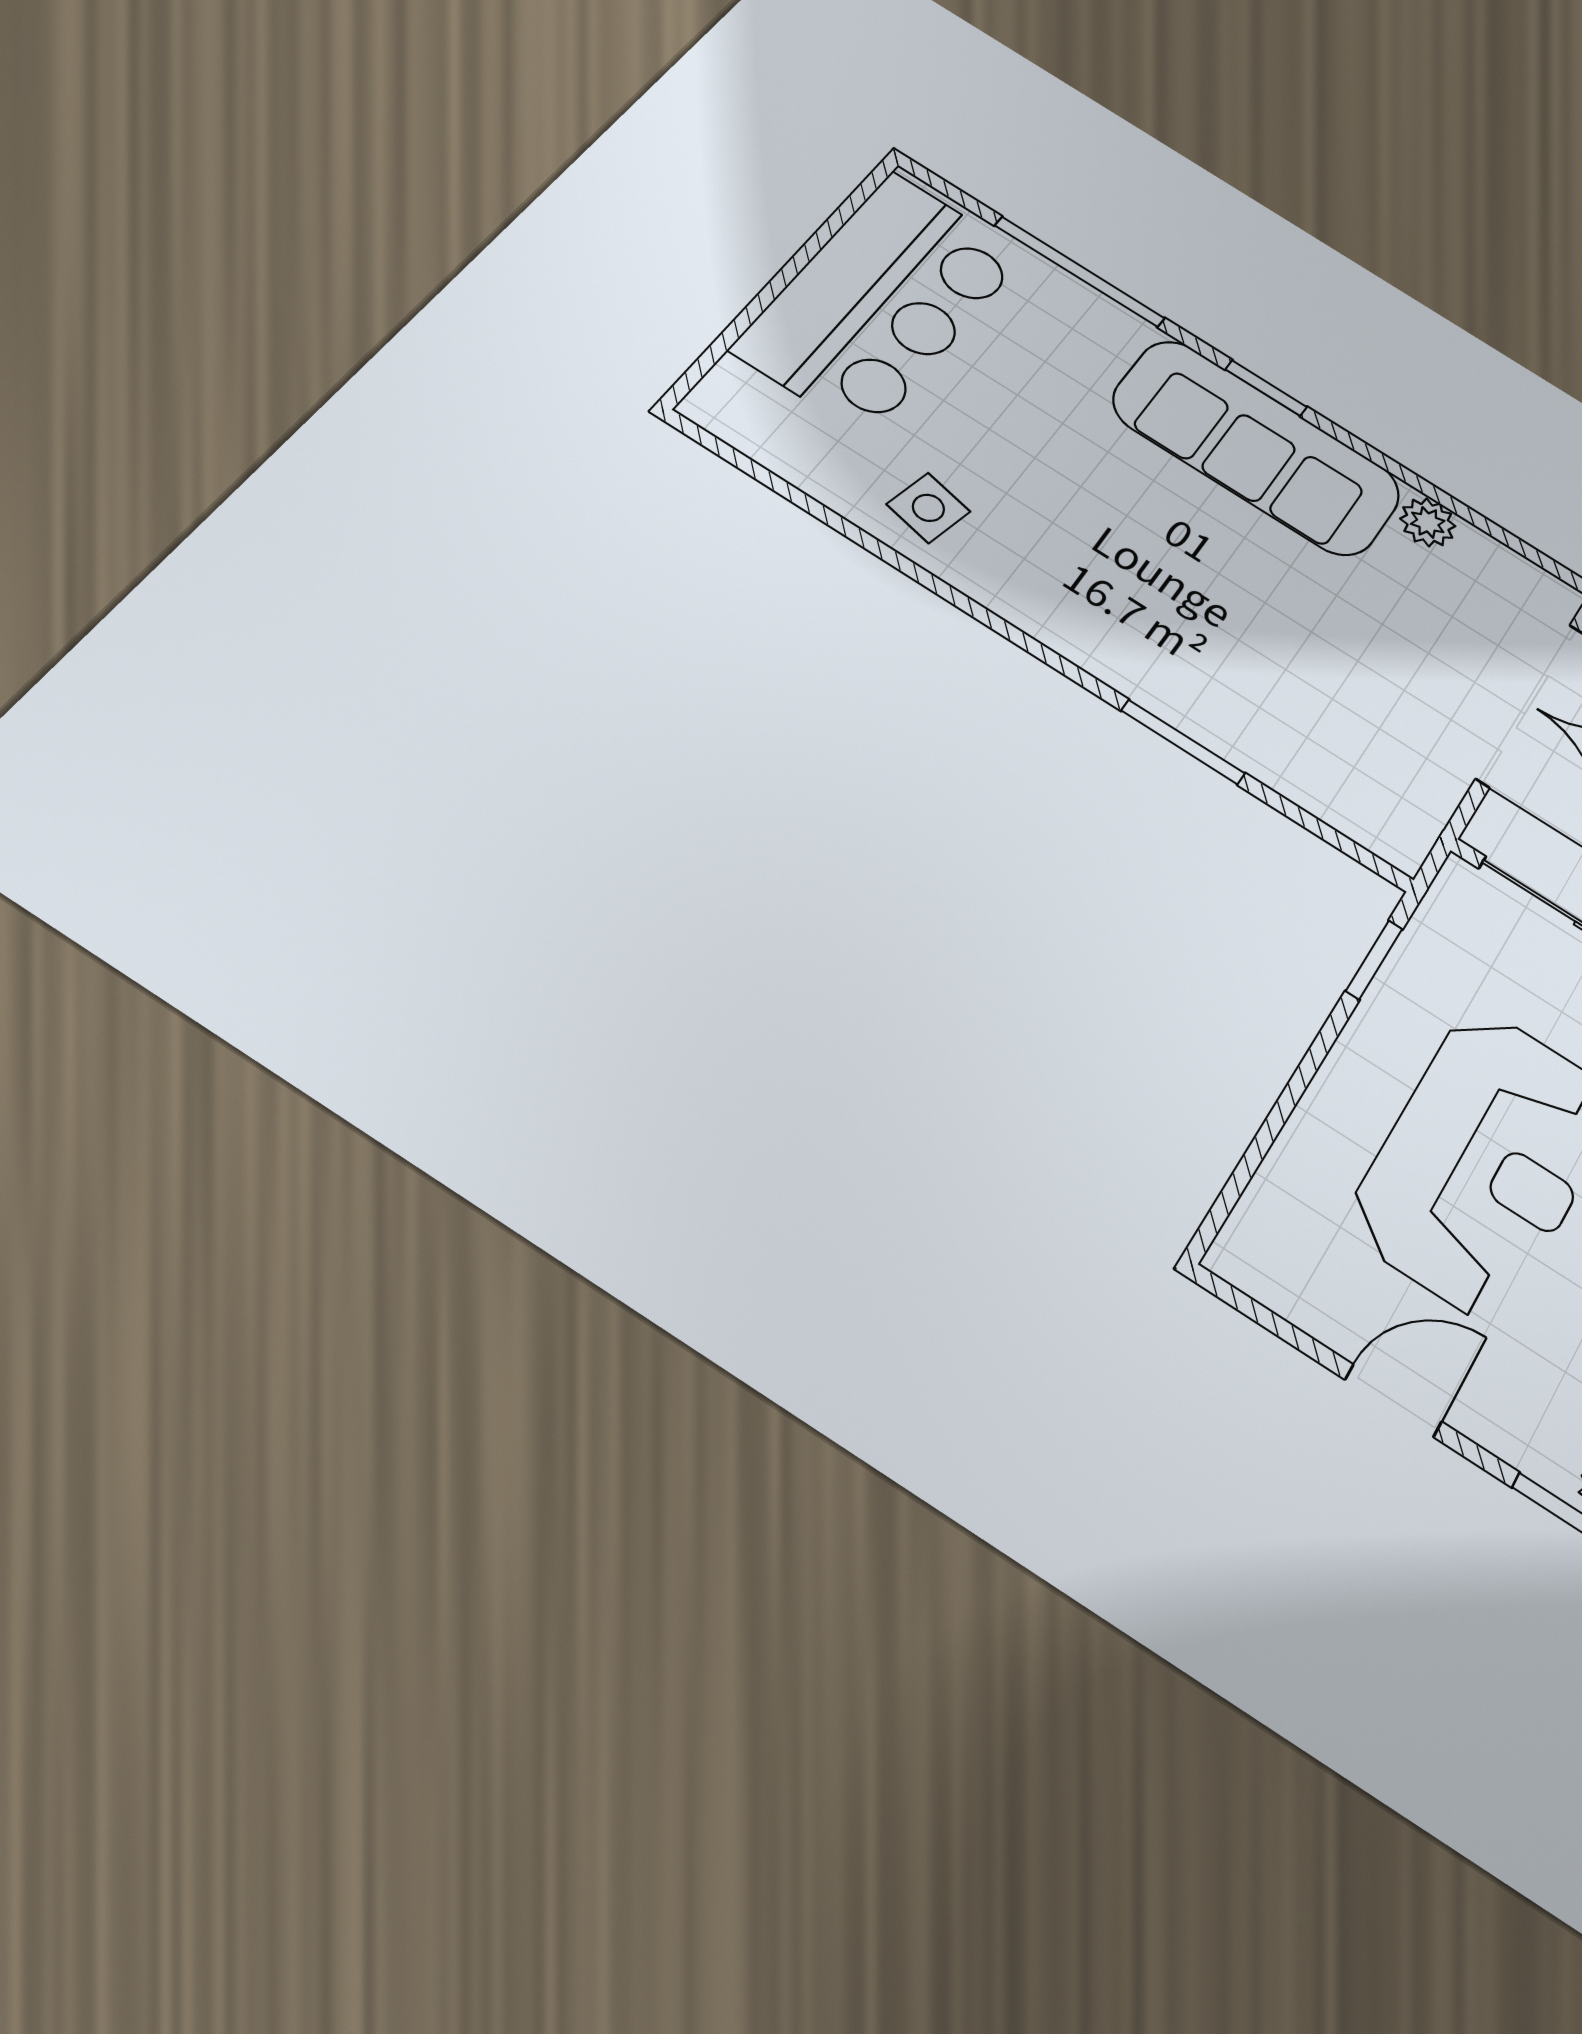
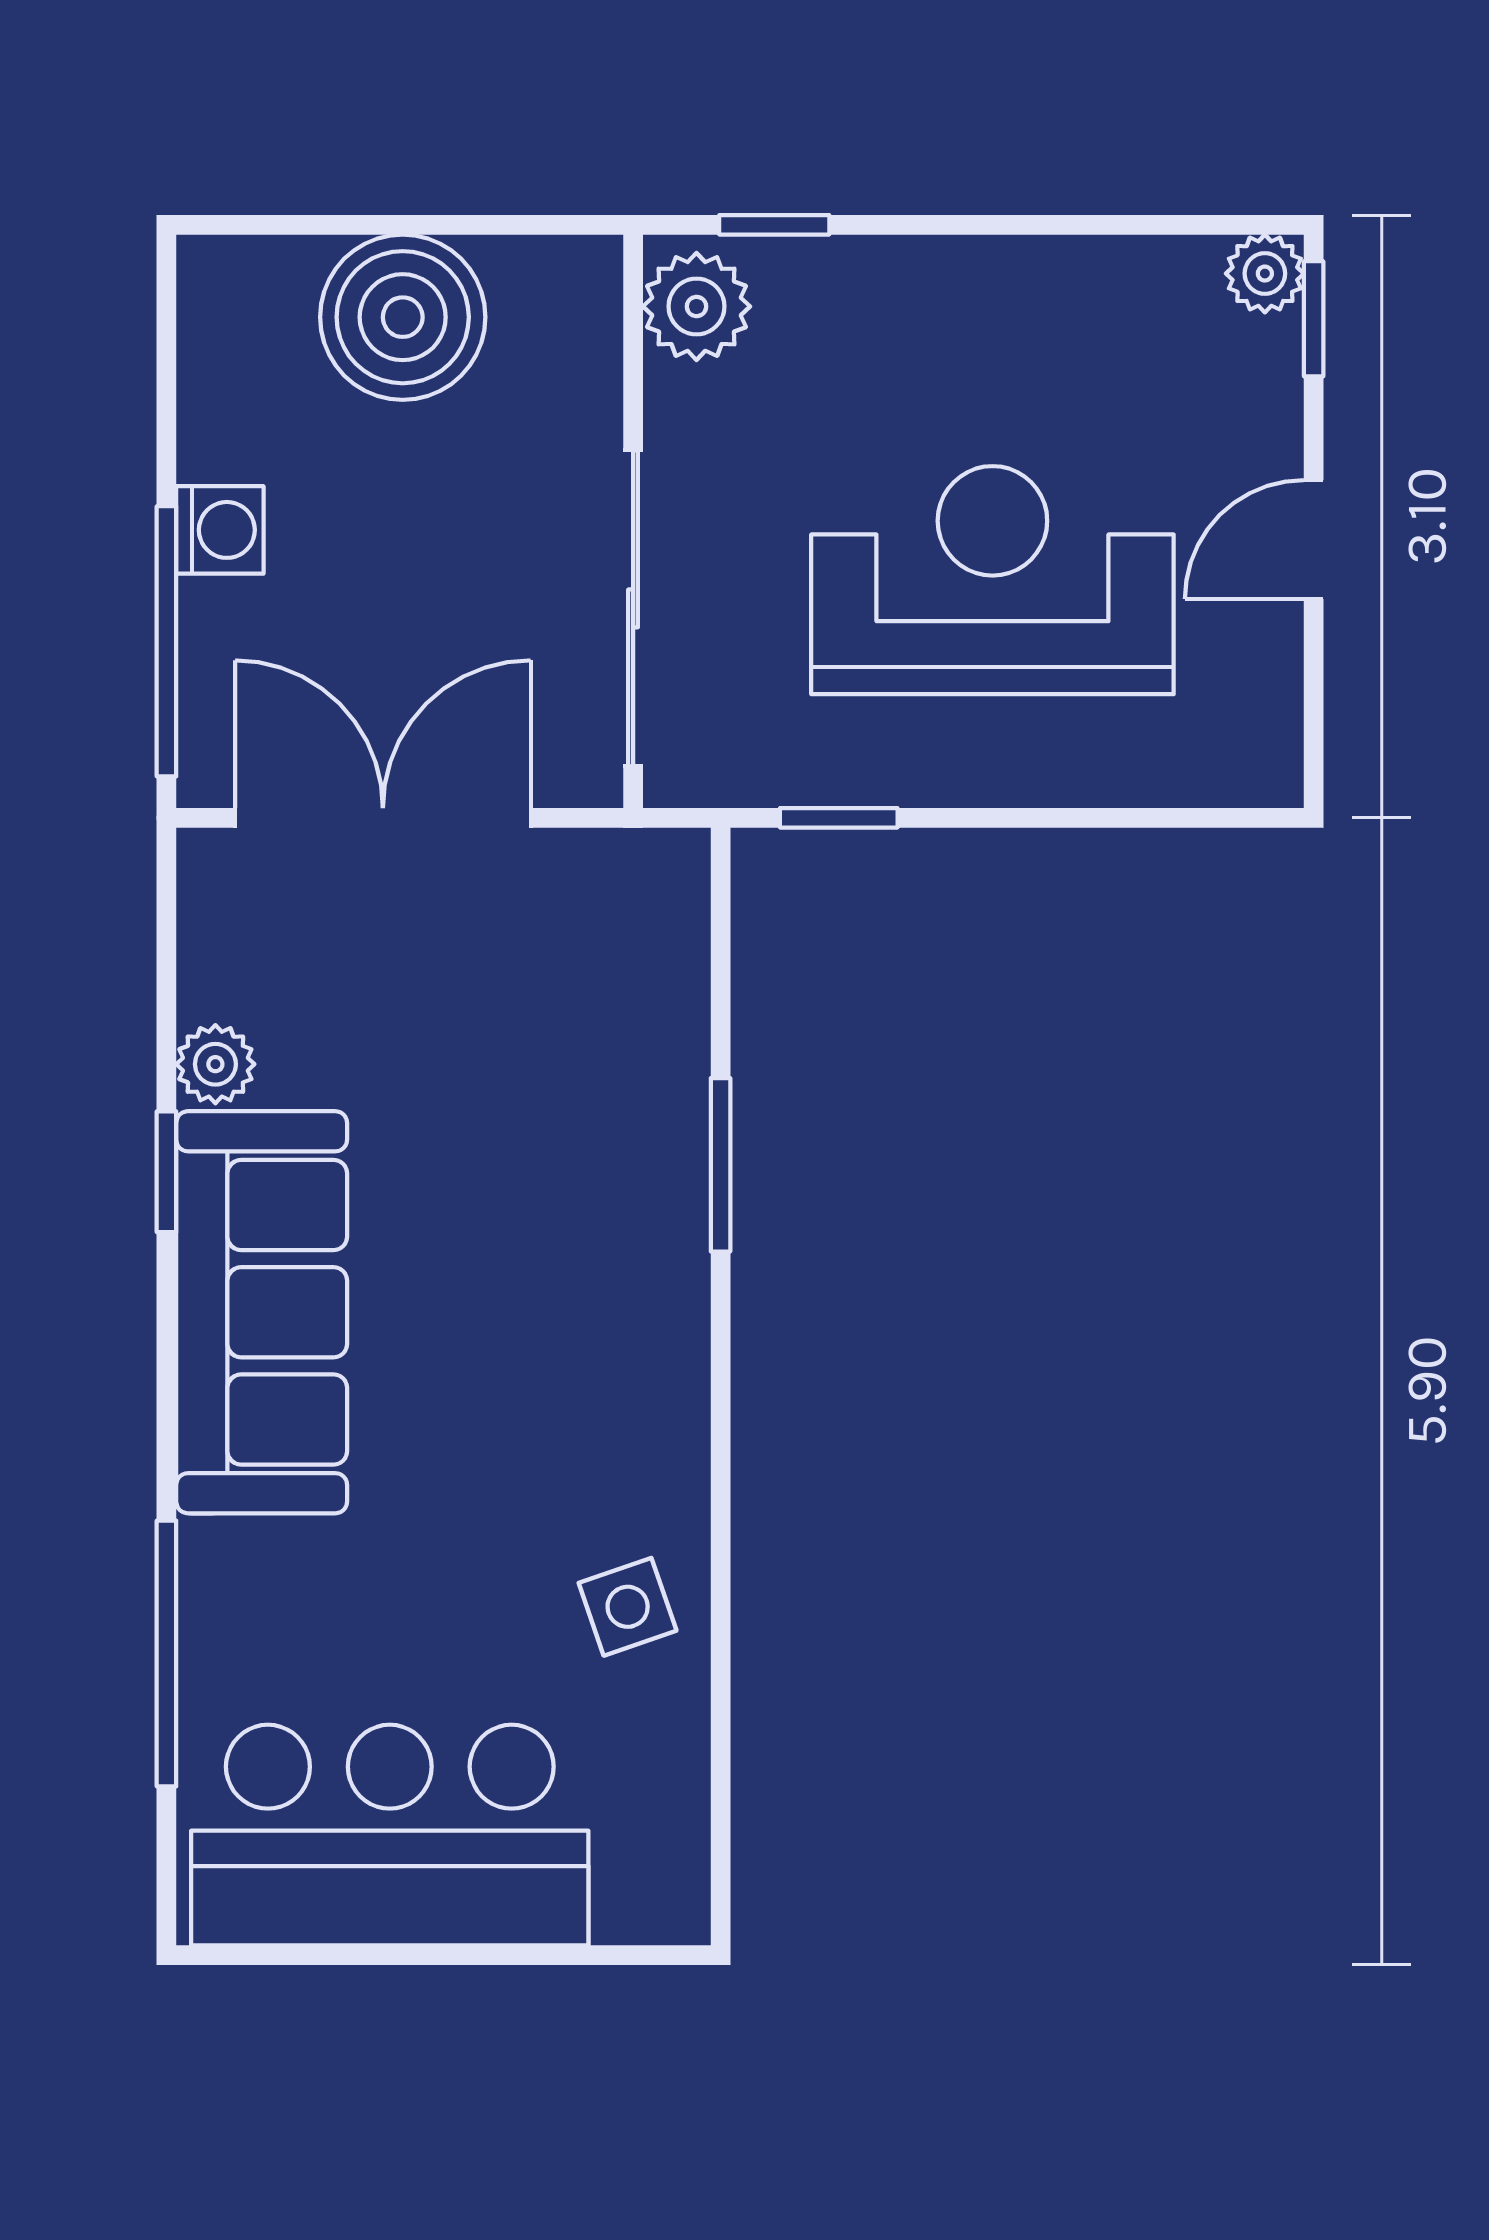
window: (1266, 388) -> (166, 1172), moved
side table: (928, 508) -> (628, 1607), turned -31
door: (1393, 1401) -> (1314, 540), hinge flipped

